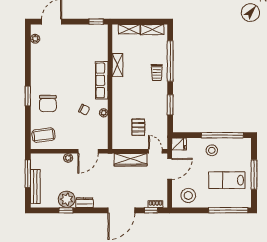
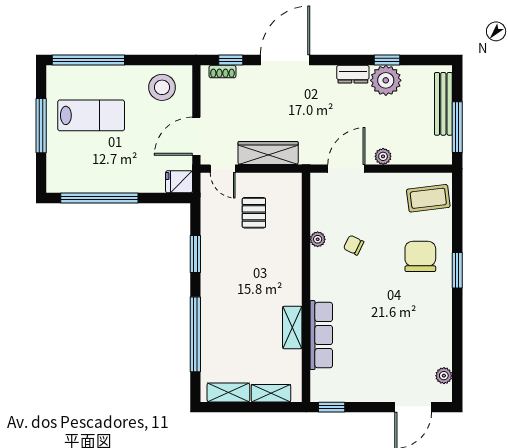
trolley: (157, 73) -> (220, 313), removed
row of seats: (102, 80) -> (321, 335), moved
stool: (212, 150) -> (119, 170), removed

